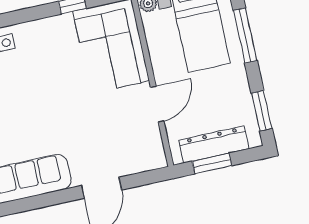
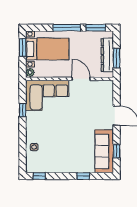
window: (245, 36) -> (67, 28), moved
window: (33, 203) -> (117, 151), added

